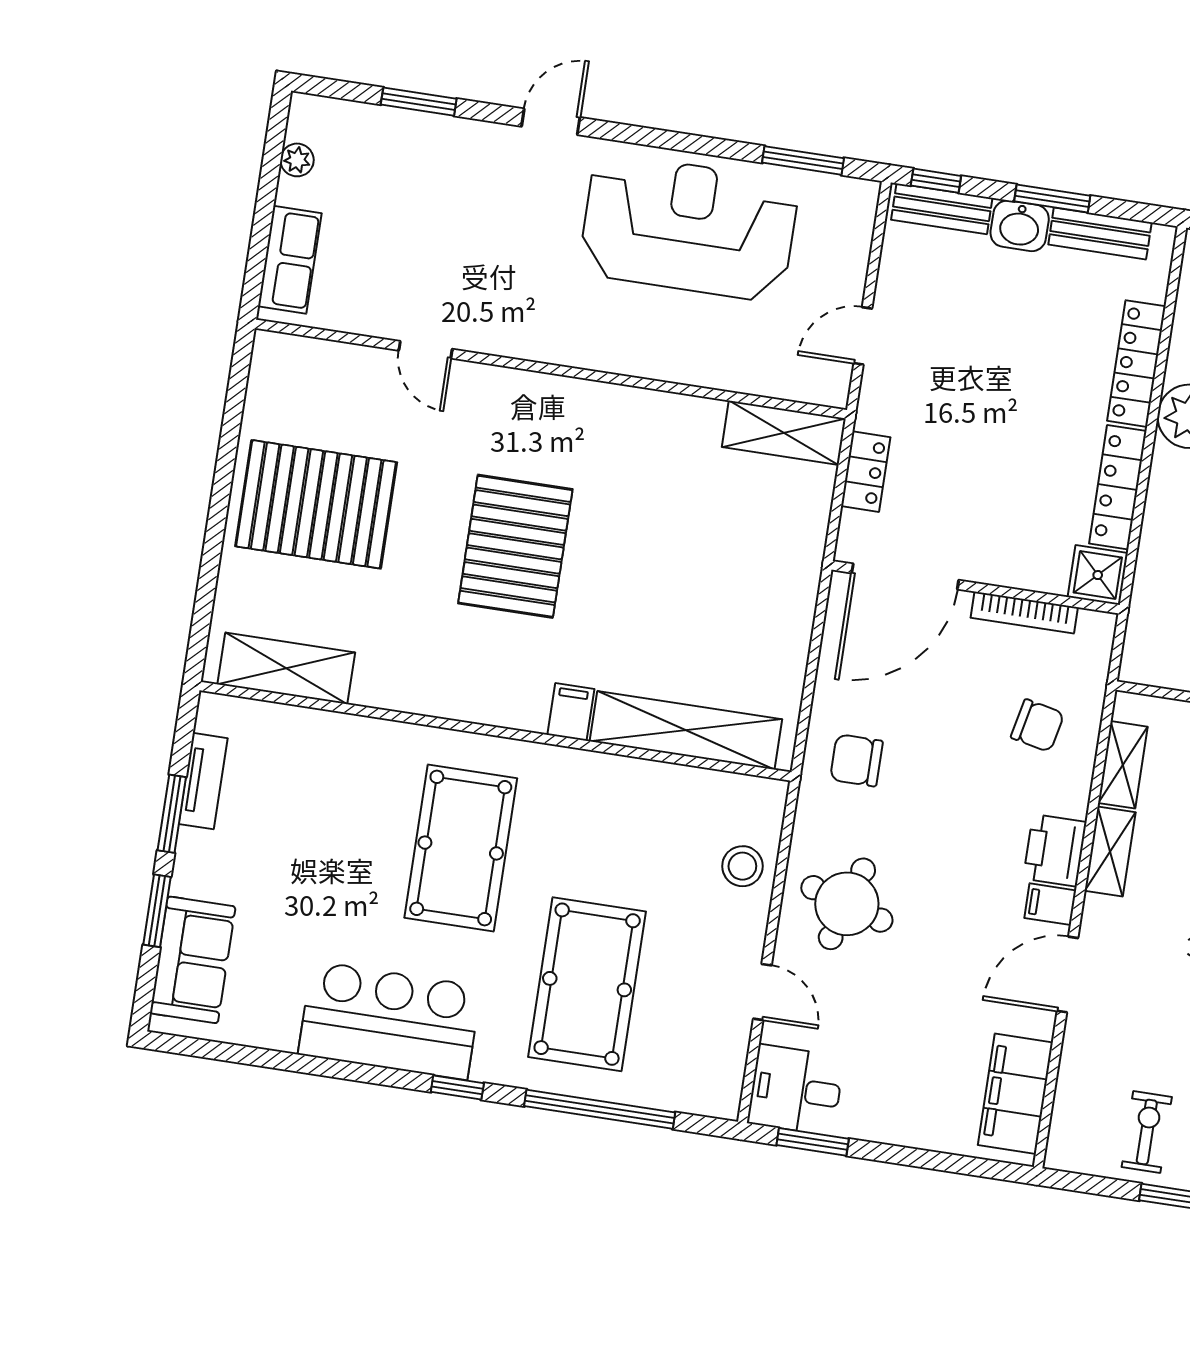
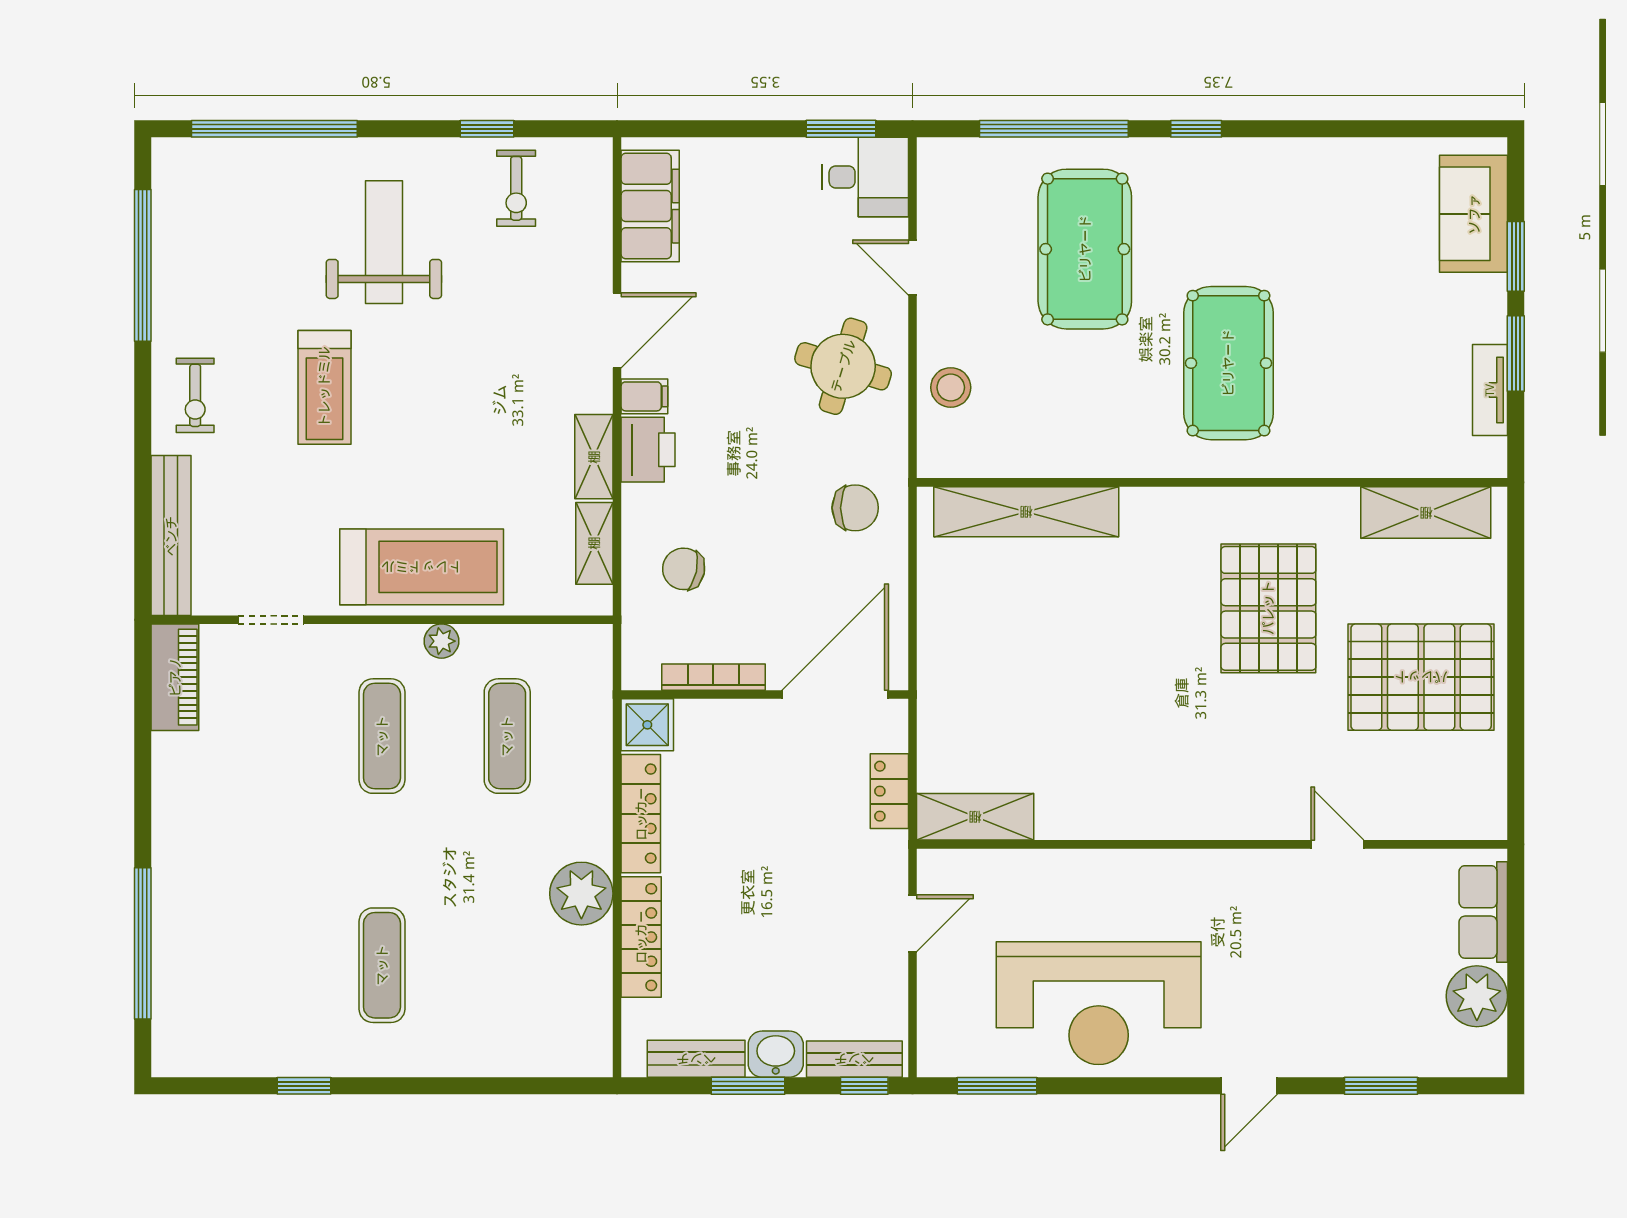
plant: (297, 160) -> (1477, 996), width x1.88, depth x1.88
pallet: (515, 546) -> (1268, 608), moved
filing cabinet: (571, 712) -> (1141, 513), removed
bar counter: (390, 1020) -> (1272, 184), removed

